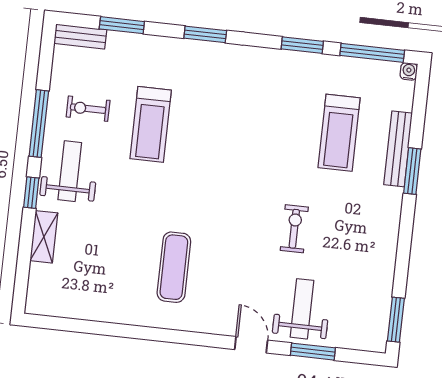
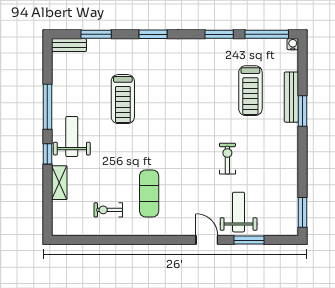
exercise bike: (88, 109) -> (108, 210), moved

